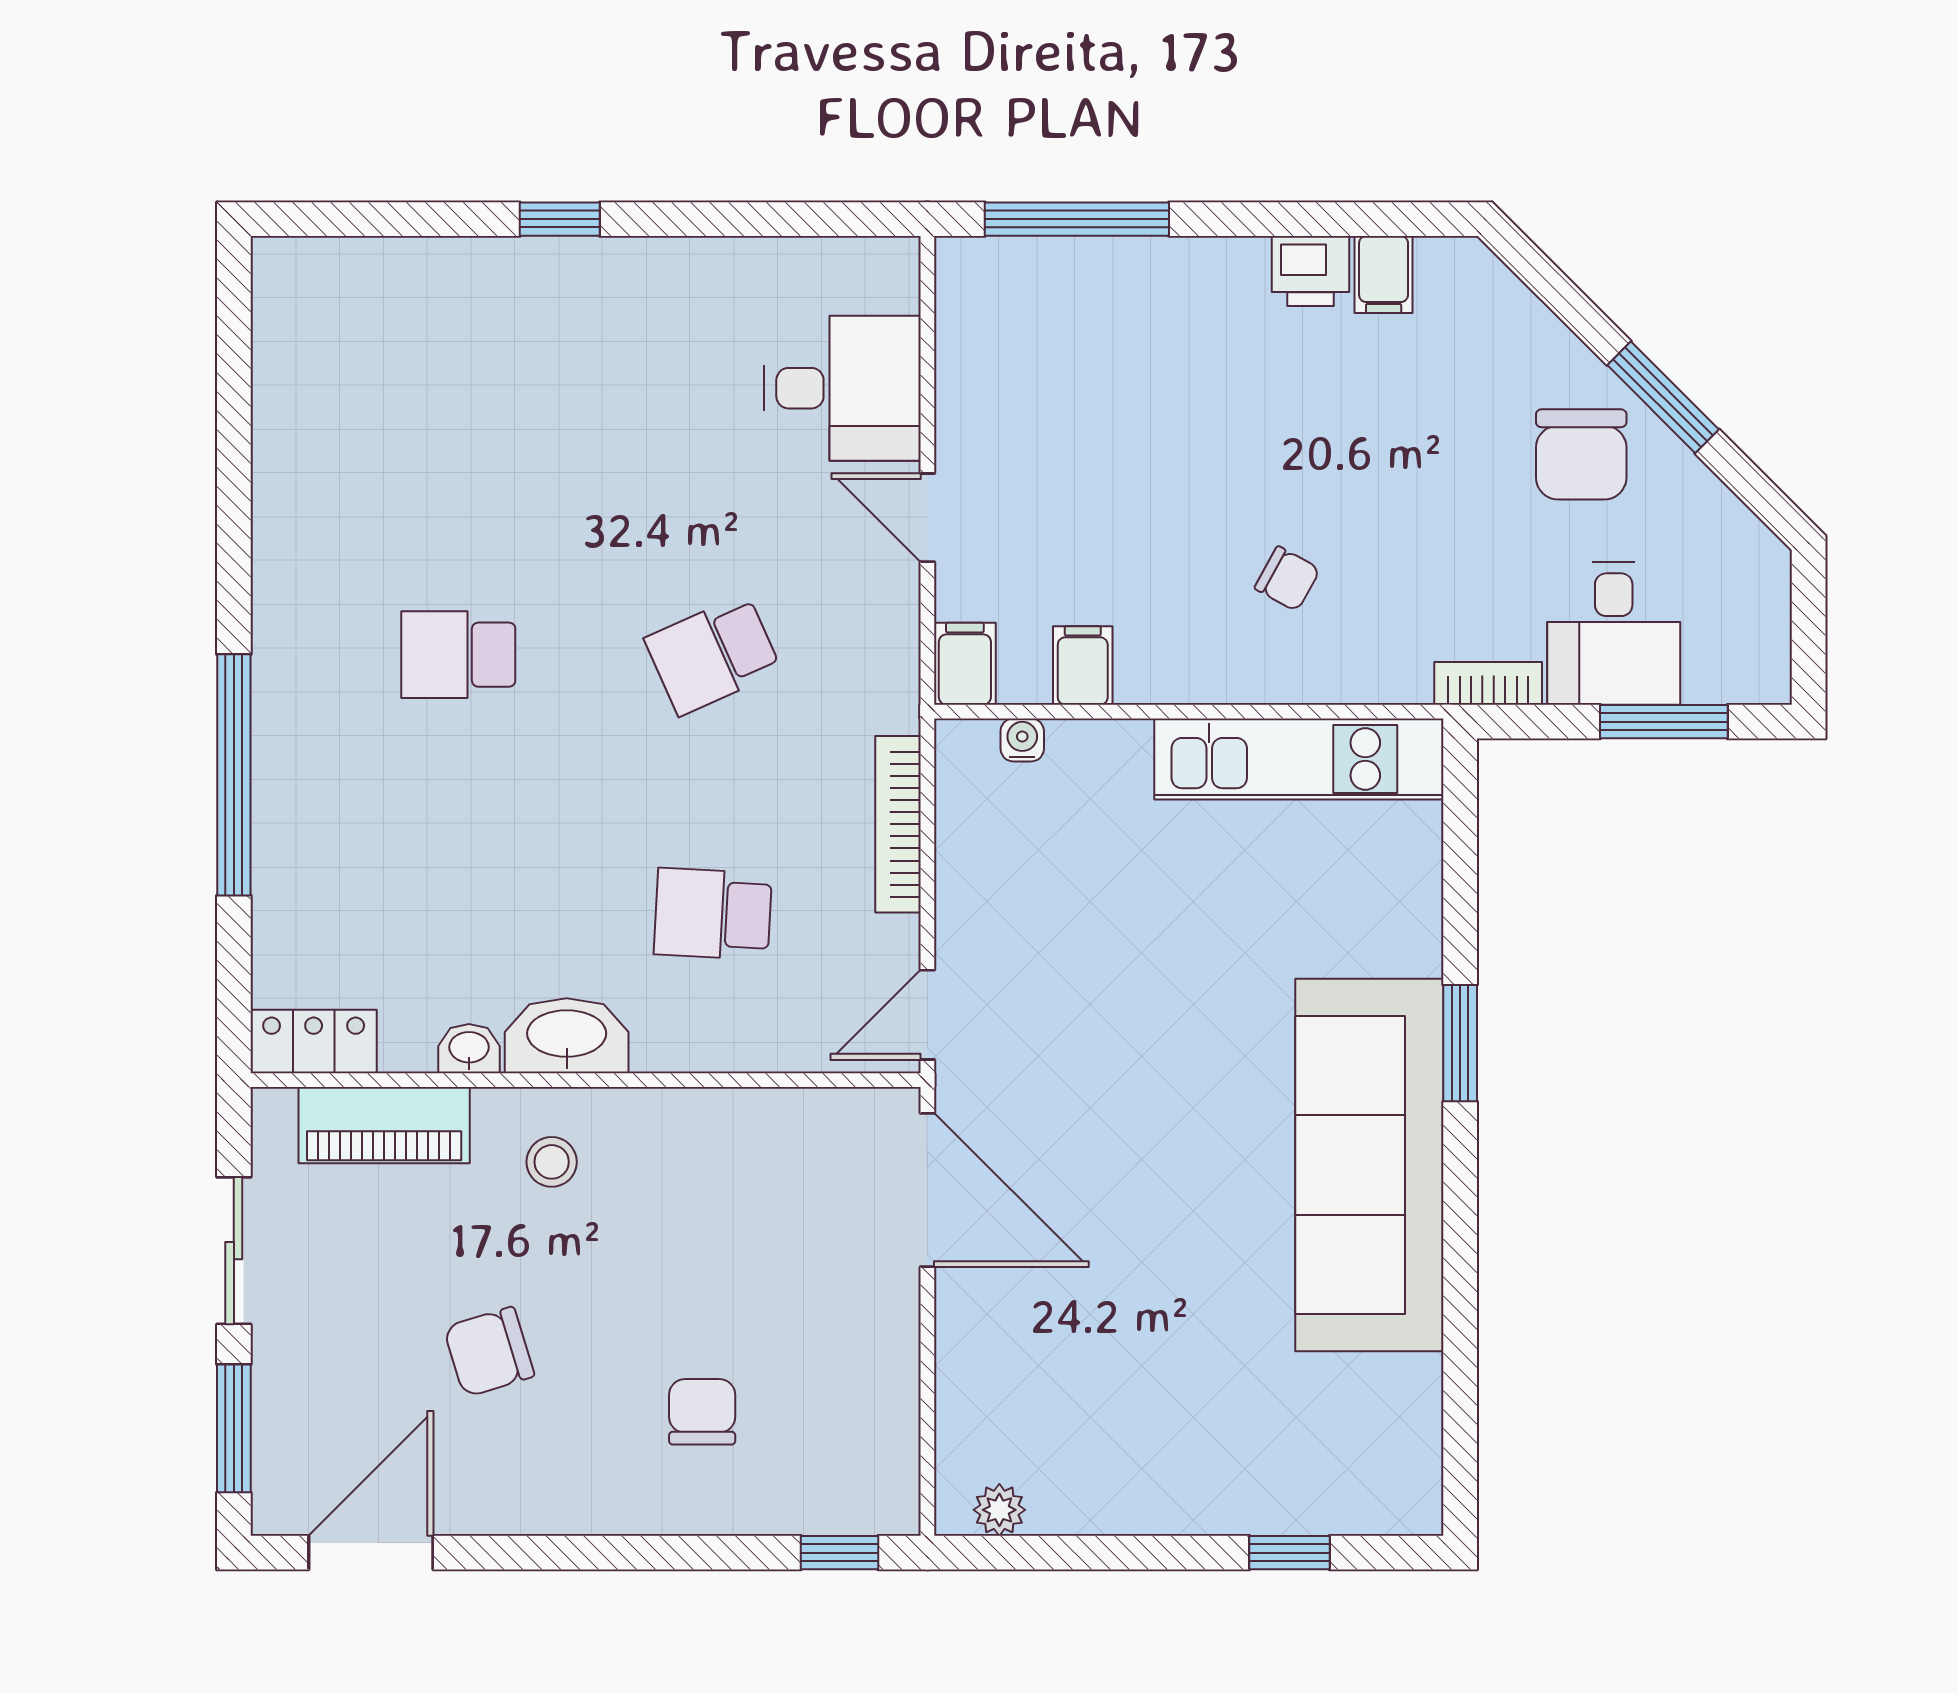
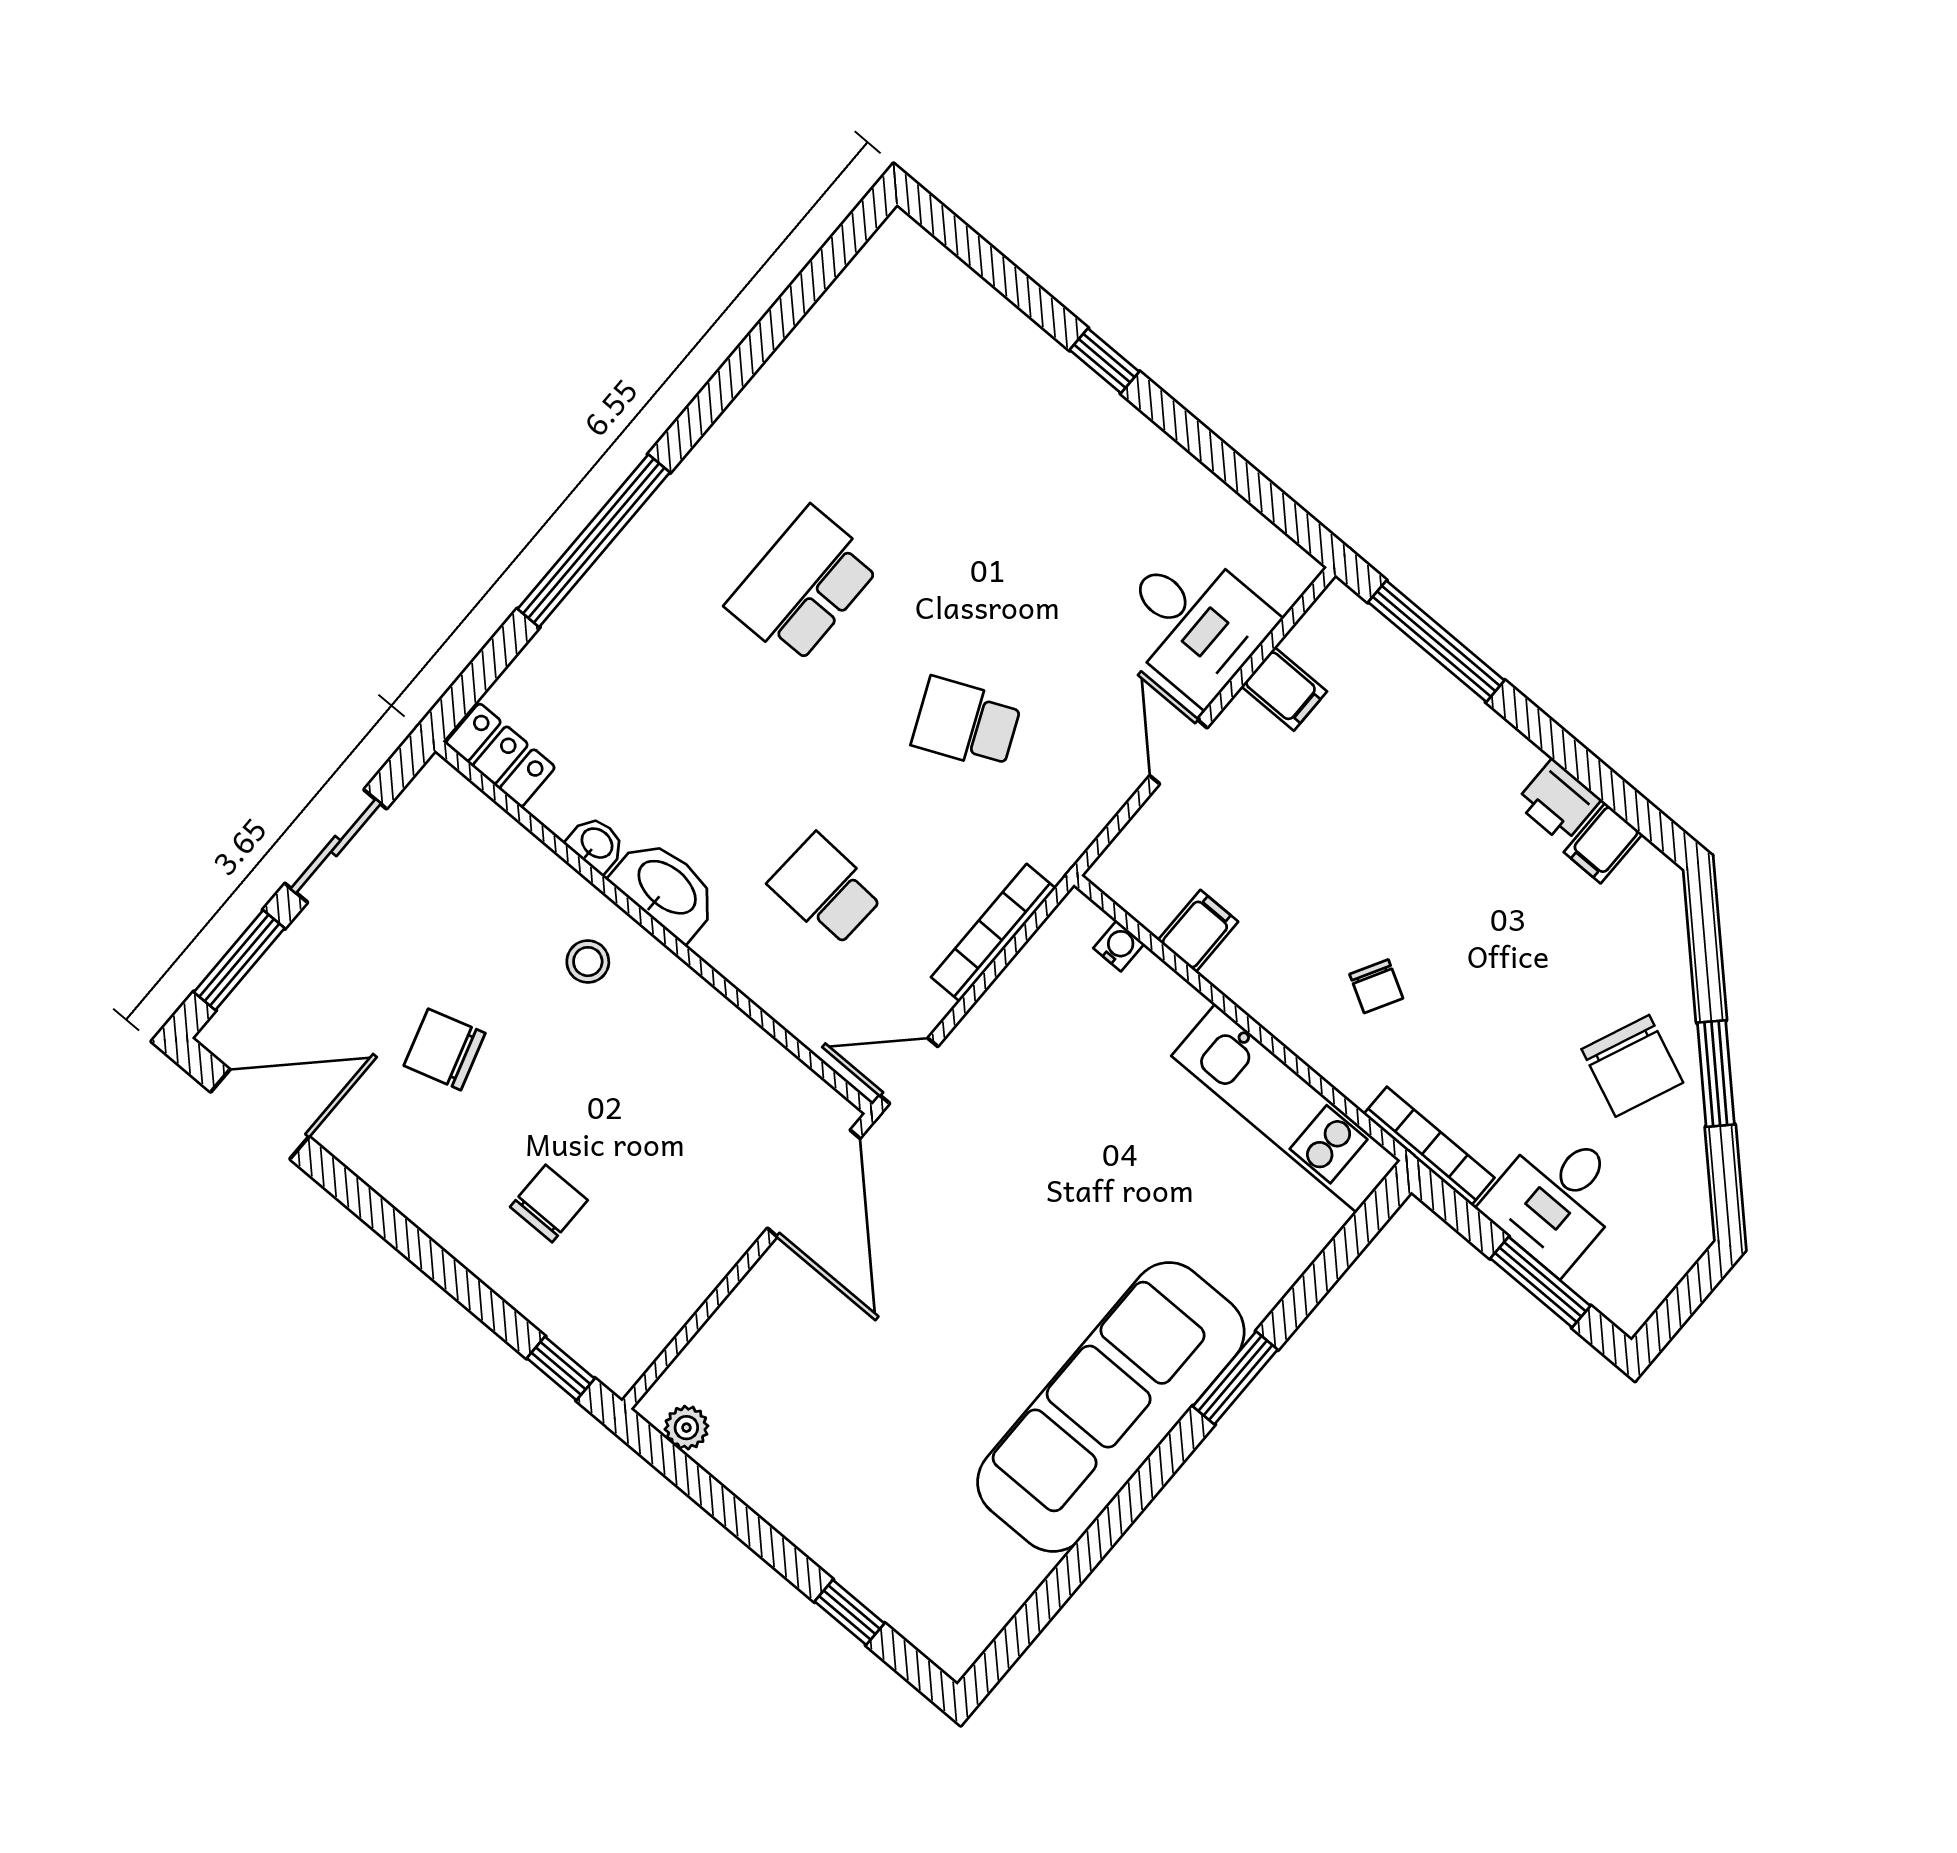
chair: (1581, 454) -> (1632, 1066), turned -67
school desk: (458, 655) -> (803, 585), width x1.85
filing cabinet: (965, 664) -> (1284, 689), moved, turned 90
bookcase: (1488, 683) -> (1429, 1146), width x1.56
piano: (384, 1125) -> (500, 847), removed

